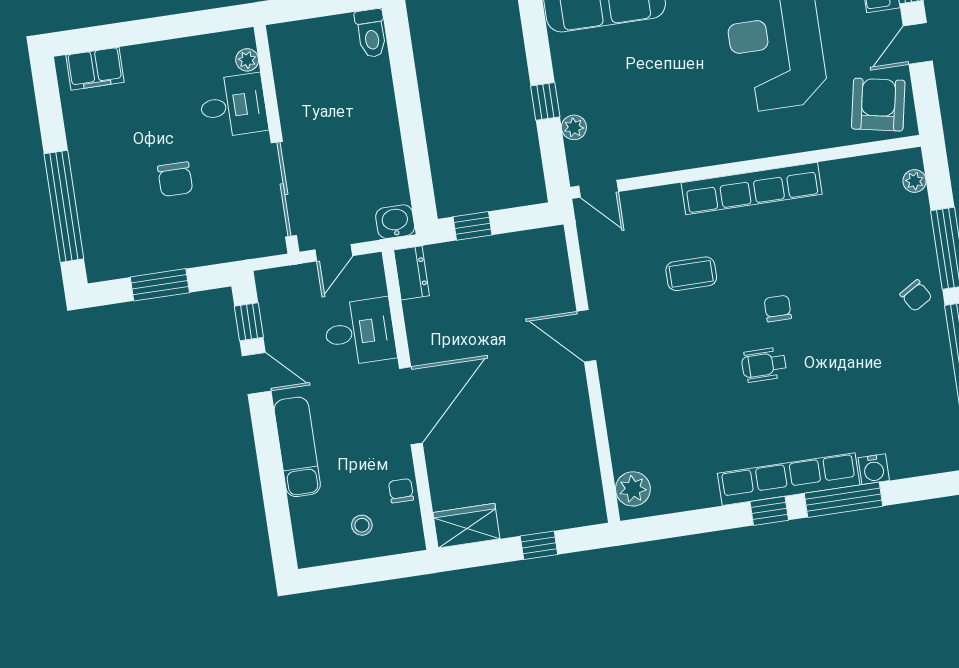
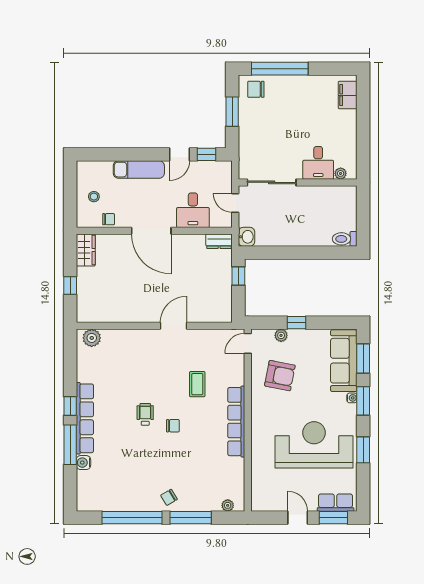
armchair: (878, 105) -> (280, 376), moved
chair: (175, 179) -> (256, 89), moved

